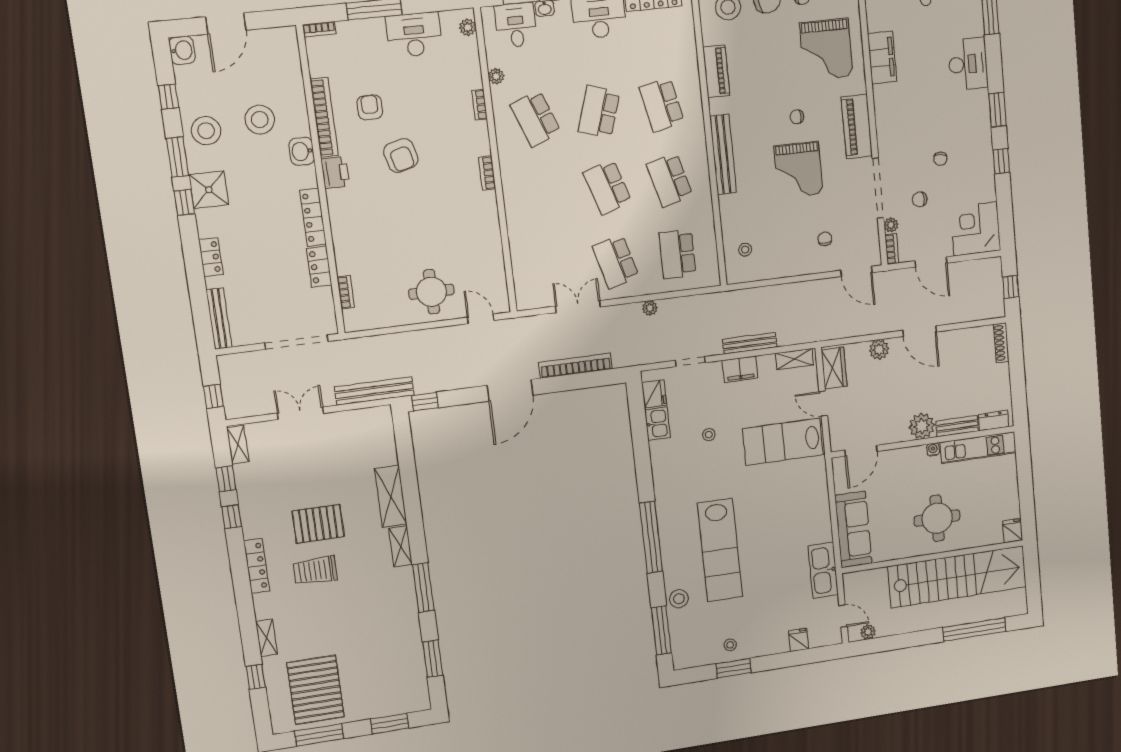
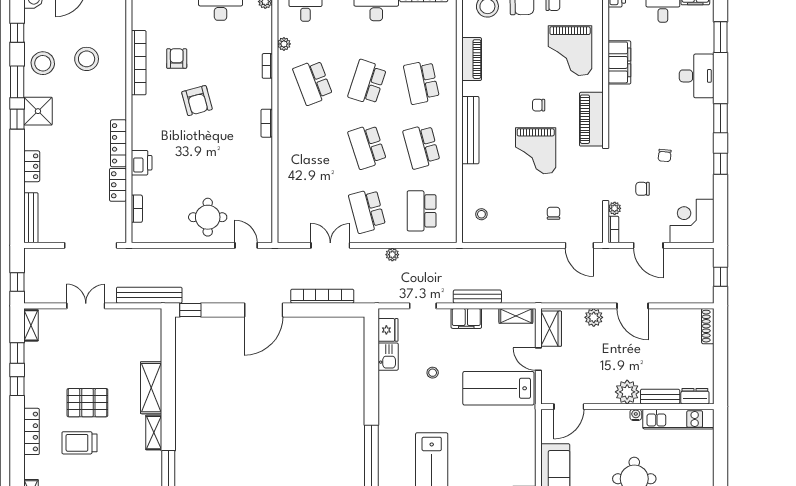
washbasin: (302, 151) -> (117, 88), removed
printer: (335, 173) -> (142, 163), moved

